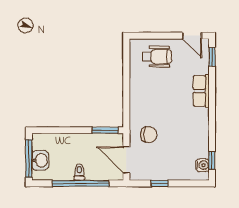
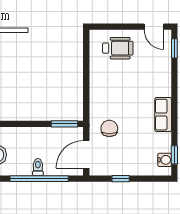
row of seats: (201, 91) -> (163, 115), moved
chair: (149, 135) -> (109, 128), turned -90
door: (126, 160) -> (86, 154), hinge flipped

